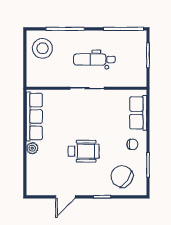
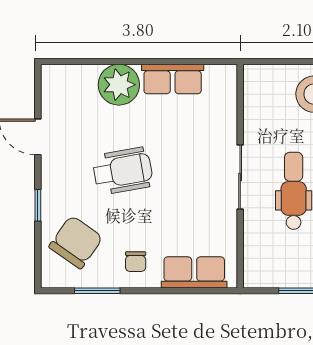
row of seats: (34, 116) -> (173, 79), width x0.68
plant: (32, 148) -> (119, 85), width x1.87, depth x1.87
wheelchair: (84, 151) -> (123, 171), turned -100

